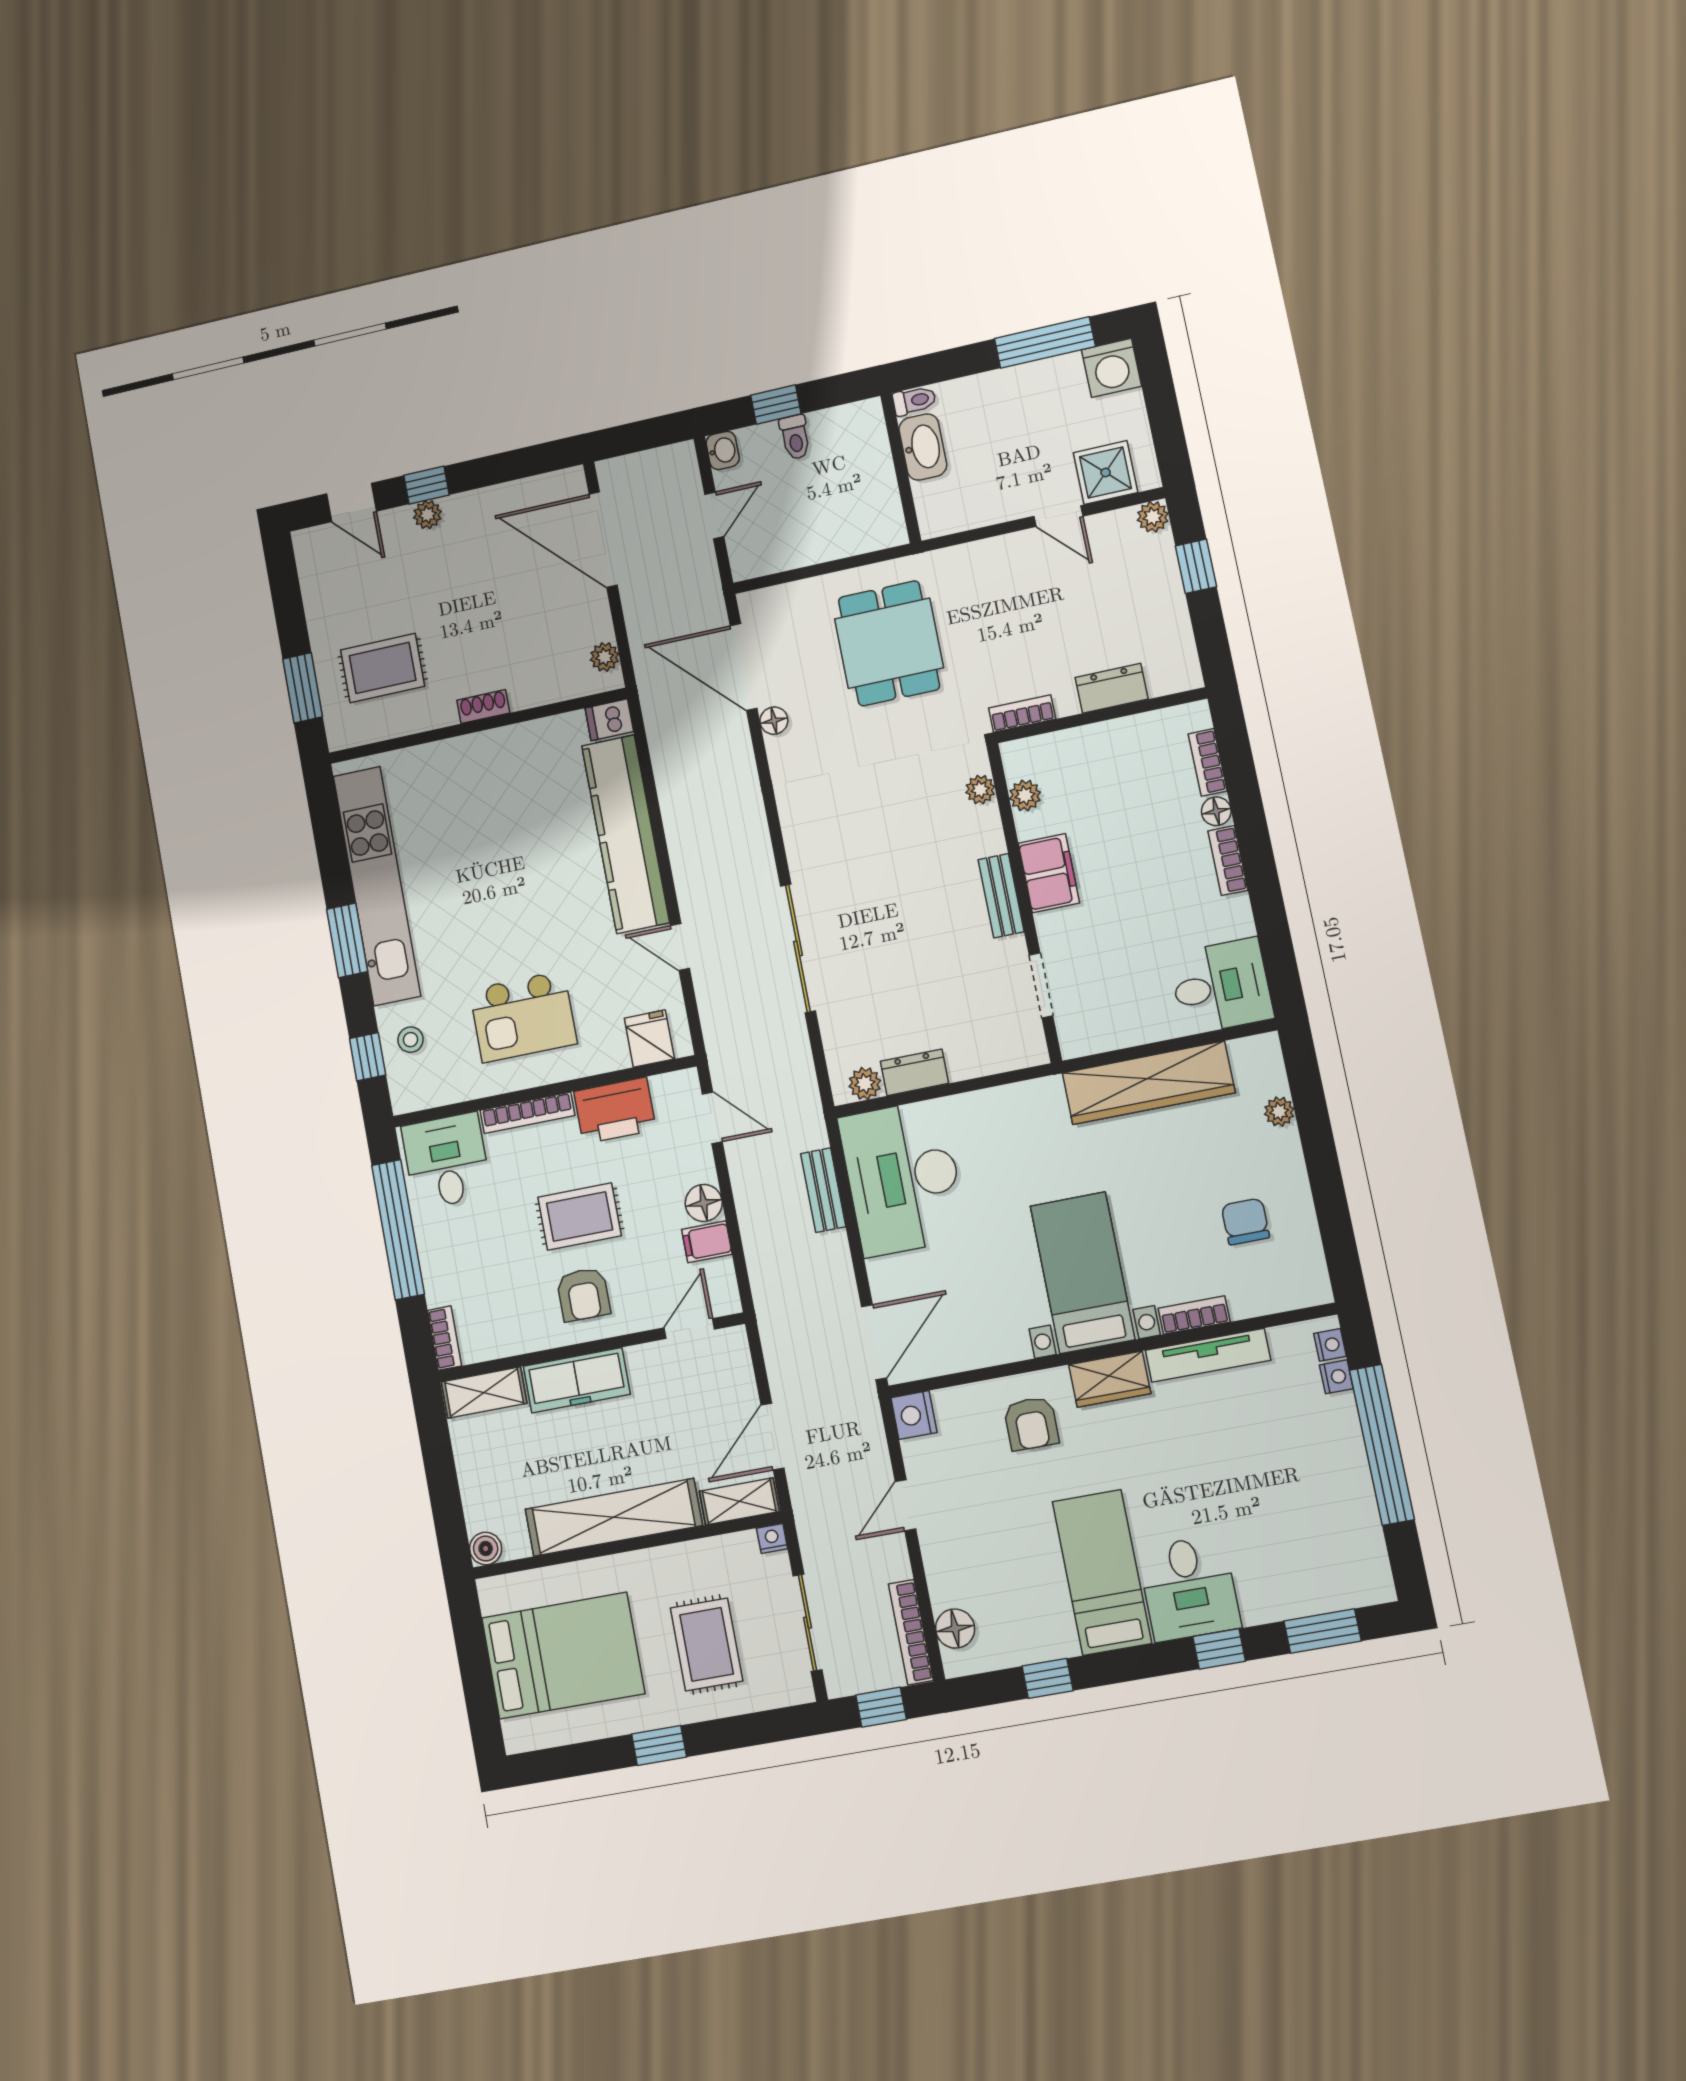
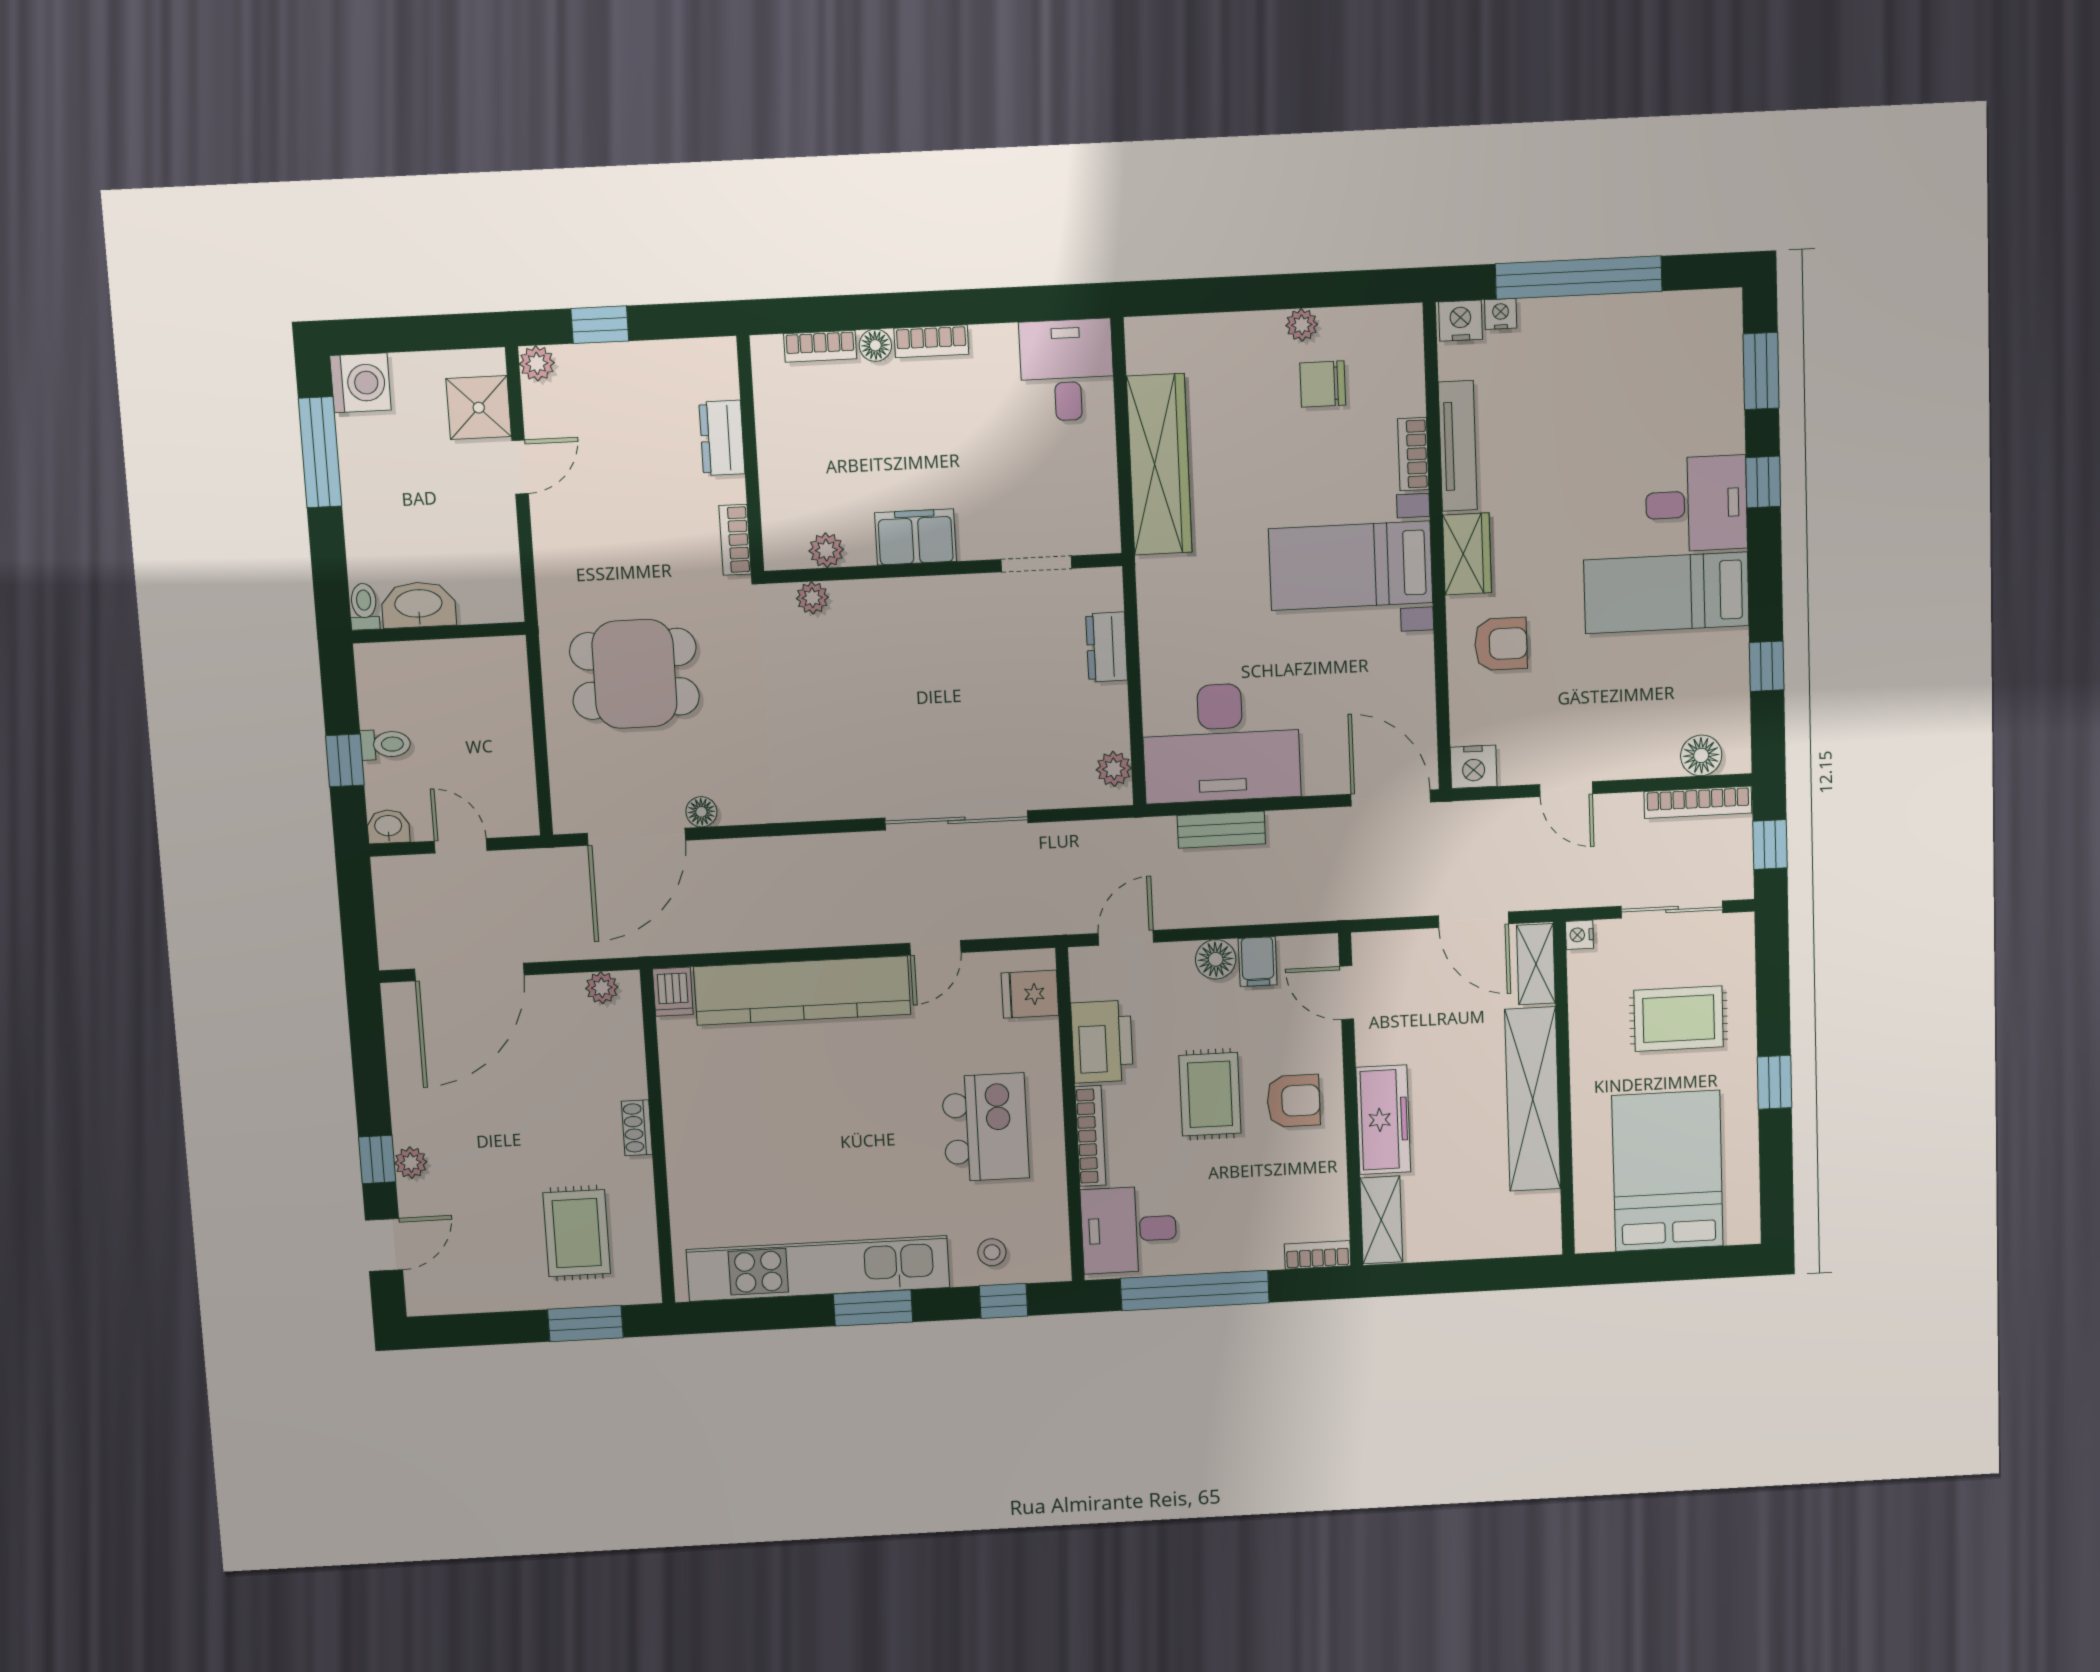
bench: (1001, 896) -> (932, 592), removed
dresser: (914, 1072) -> (1107, 647), moved
plant: (1279, 1112) -> (1302, 325), moved
nightstand: (1330, 1345) -> (1461, 321), width x1.39, depth x1.35
boiler: (486, 1549) -> (1545, 1239), removed

